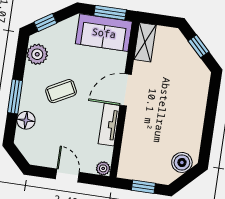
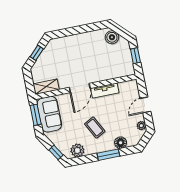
door: (126, 90) -> (80, 88), hinge flipped
plant: (103, 168) -> (141, 126), moved

